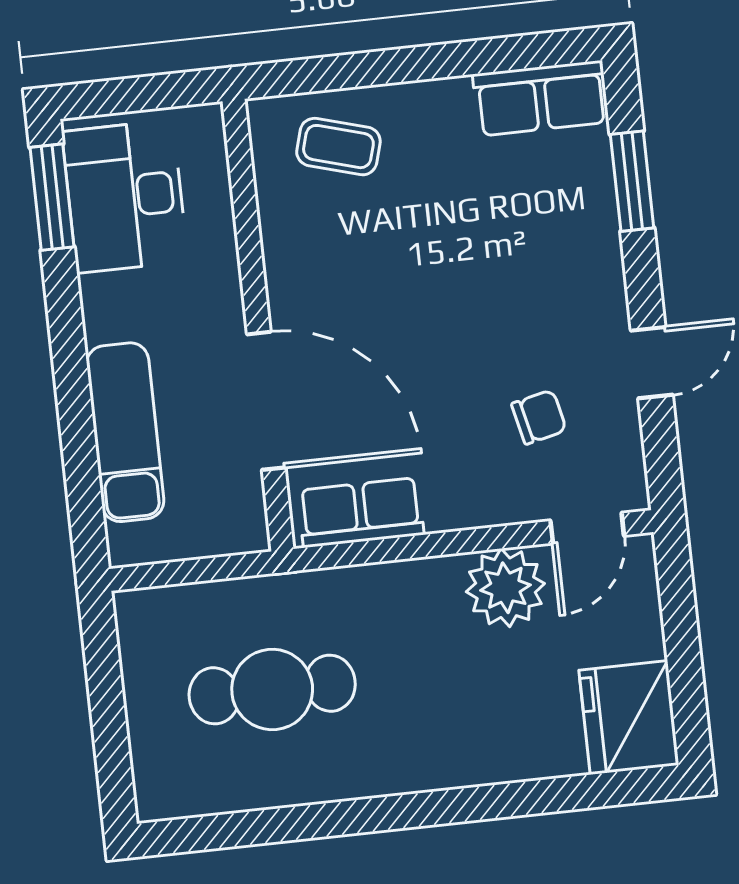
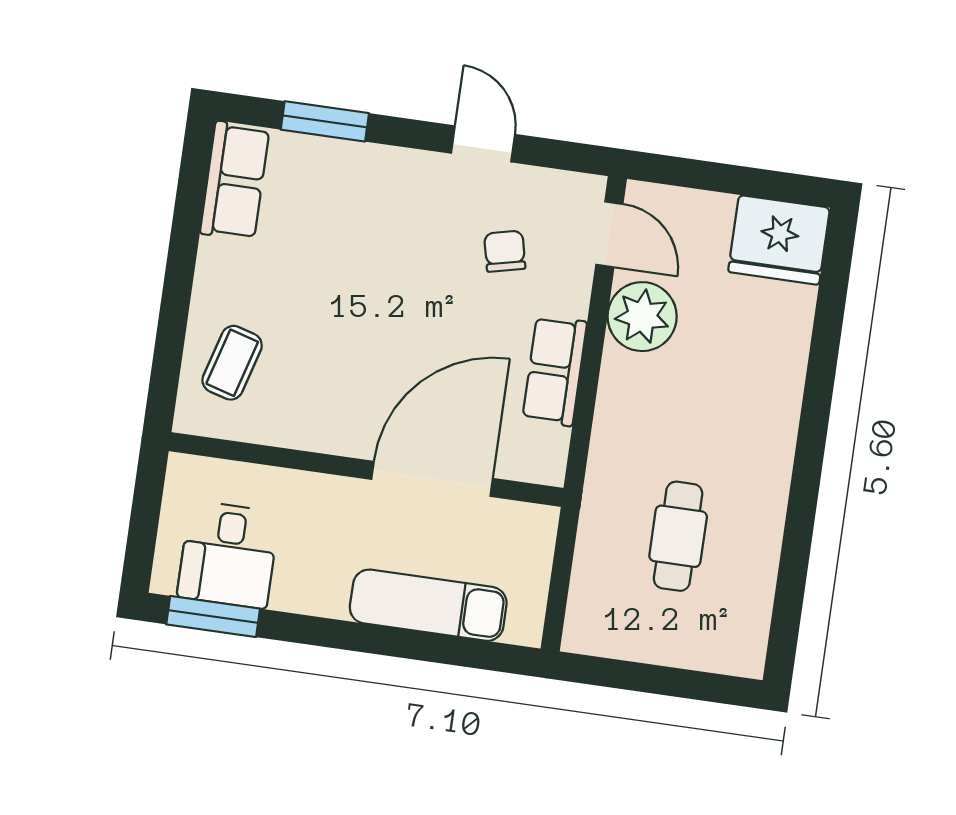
desk: (125, 196) -> (228, 555), width x0.73
row of seats: (361, 513) -> (555, 371), moved
cafe table: (272, 689) -> (678, 536), width x0.73, depth x0.74

